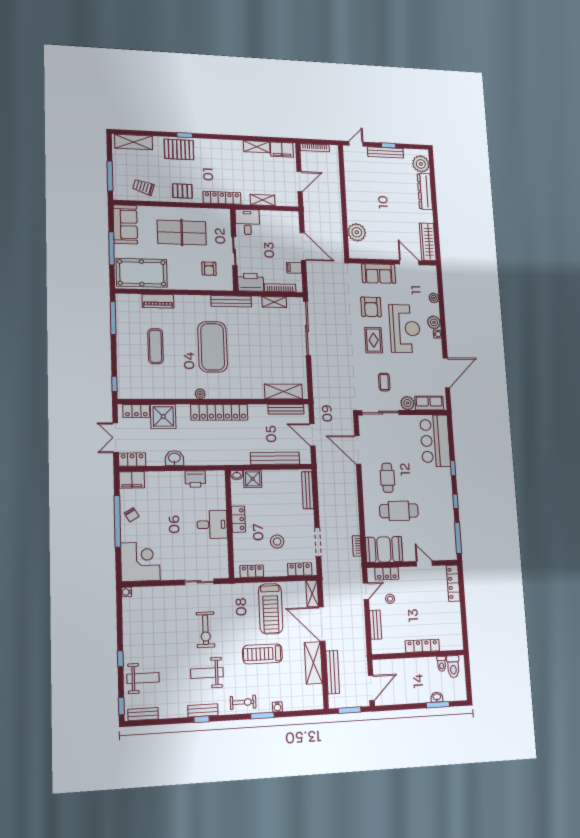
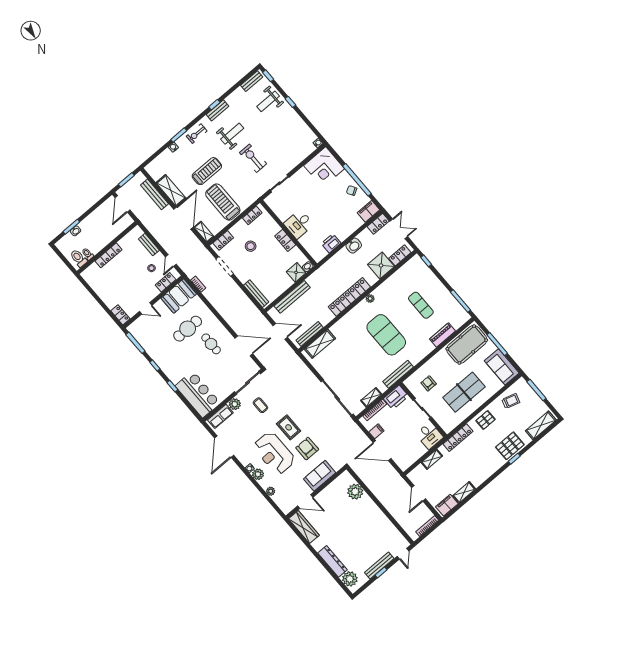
locker: (453, 583) -> (120, 315), width x0.66
door: (322, 624) -> (184, 218), hinge flipped

